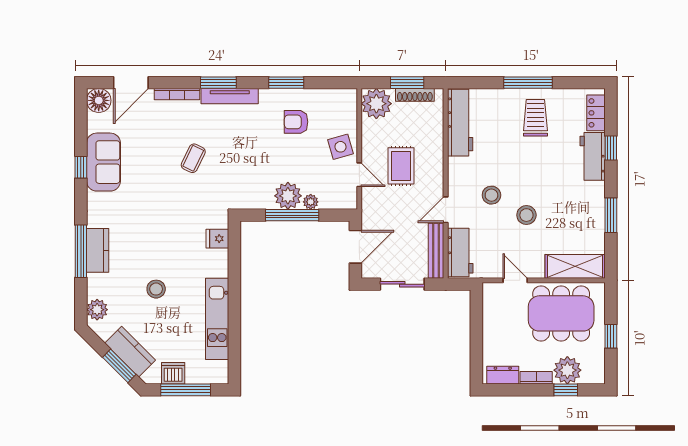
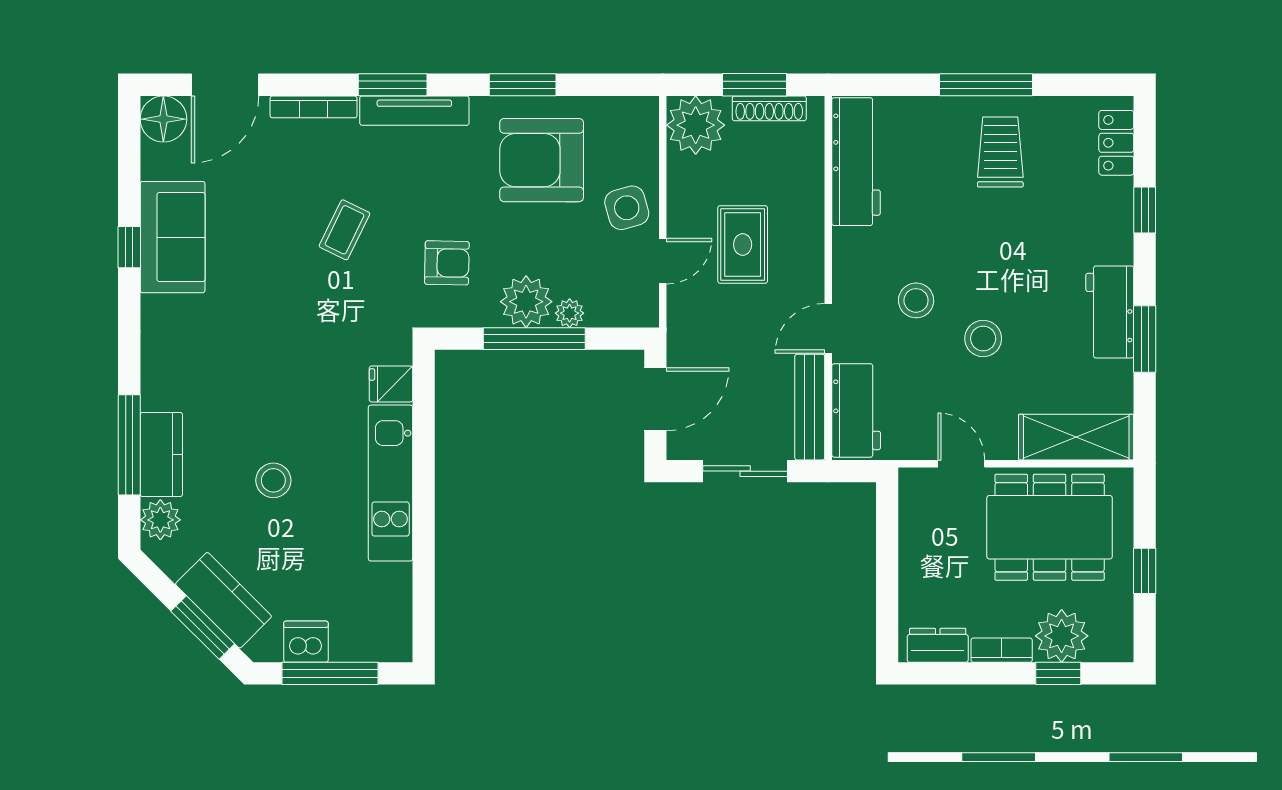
armchair: (296, 122) -> (542, 160), width x1.88, depth x1.88
workbench: (593, 156) -> (1110, 312), moved
door: (359, 175) -> (663, 261), hinge flipped
armchair: (247, 176) -> (447, 263), added
kitchen counter: (98, 250) -> (161, 454), moved
window: (81, 251) -> (129, 445), moved
kitchen unit: (217, 319) -> (391, 483), moved

